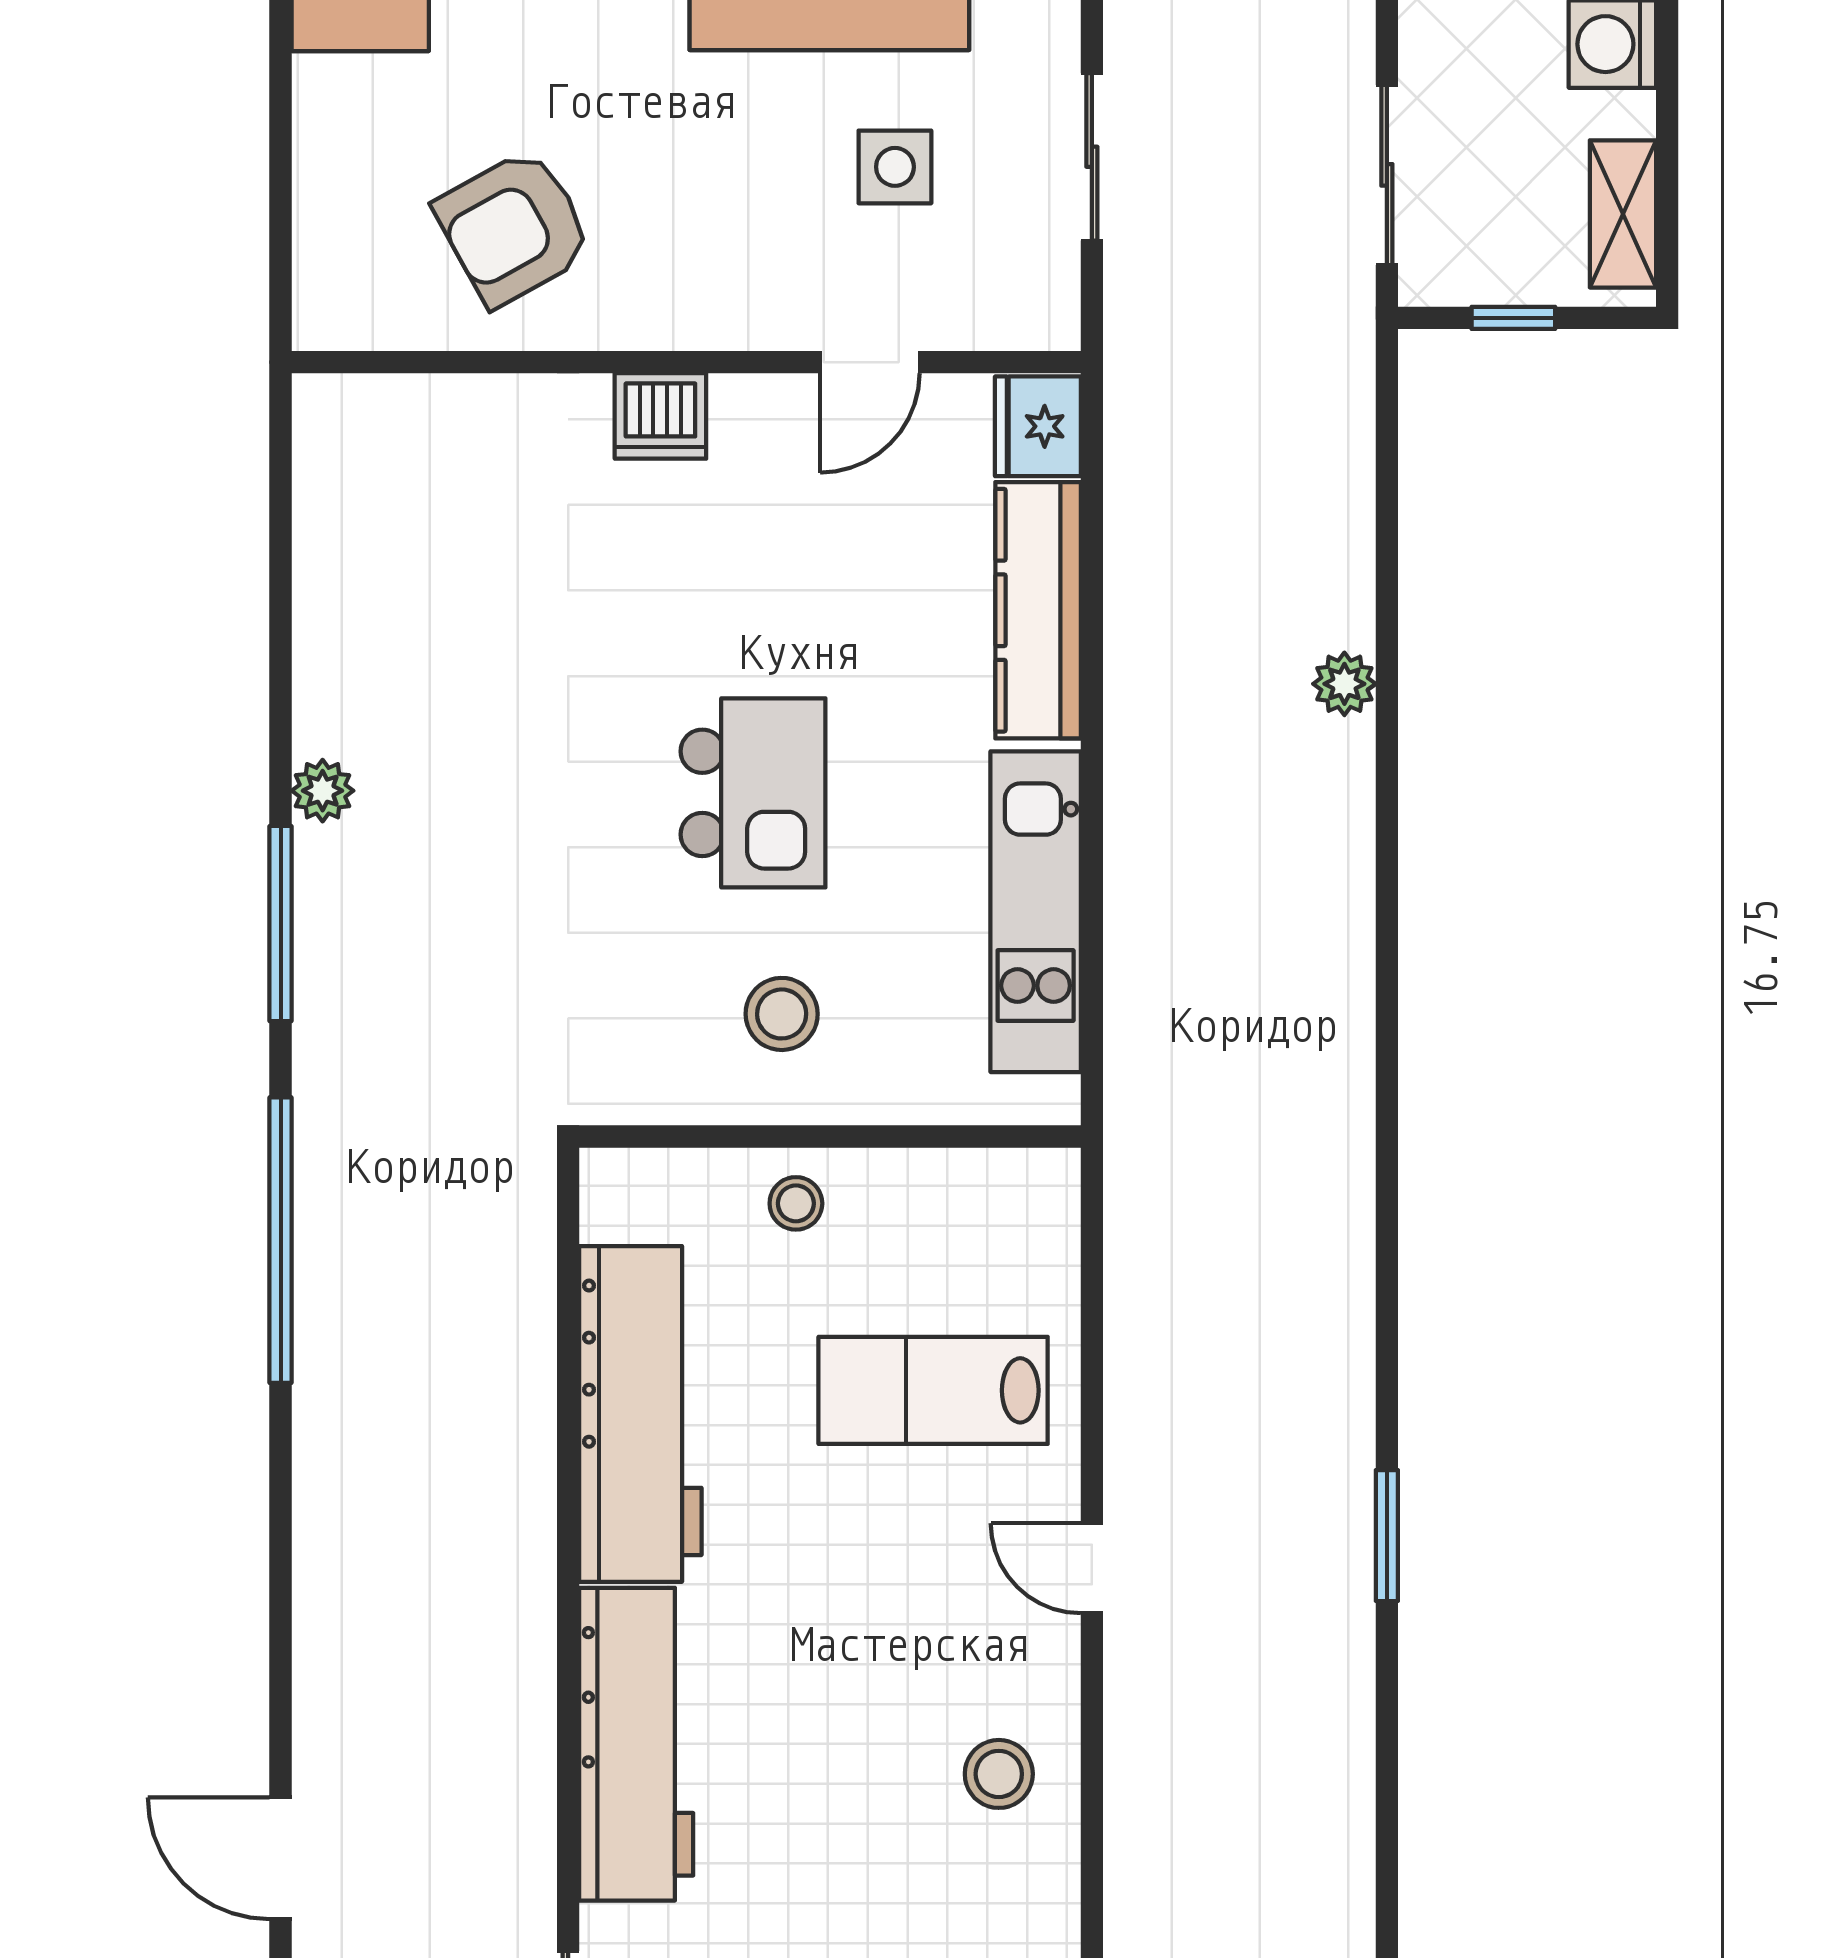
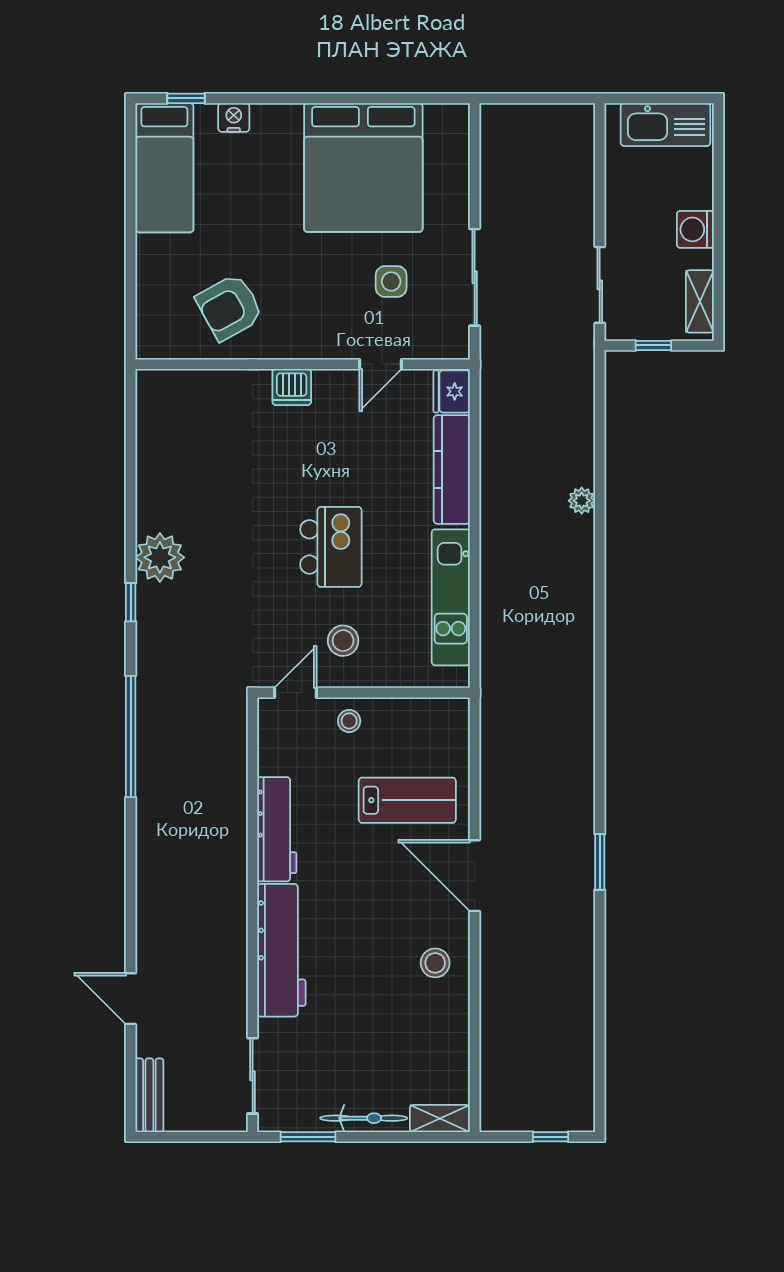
sliding door: (1092, 157) -> (475, 277), width x1.37
plant: (323, 791) -> (160, 557), width x1.88, depth x1.88
window: (281, 924) -> (131, 602), width x0.46
door: (669, 1137) -> (295, 693), added
lab bench: (933, 1390) -> (407, 800), turned 180
workbench: (640, 1414) -> (277, 829), width x0.73, depth x0.76
door: (1092, 1568) -> (475, 876), width x1.88

